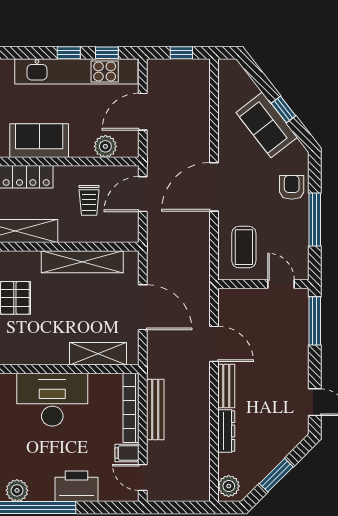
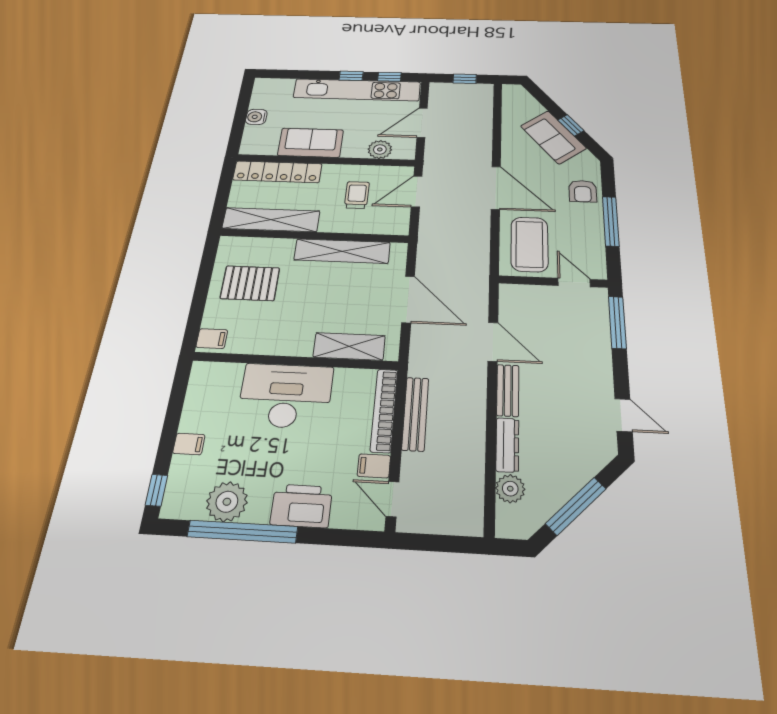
door: (214, 187) -> (496, 188), swing flipped
armchair: (292, 187) -> (583, 191), turned 180
trolley: (89, 200) -> (357, 195), turned 180
coffee table: (244, 247) -> (529, 244), width x1.36, depth x1.32
window: (276, 475) -> (576, 506), width x1.44
plant: (229, 486) -> (510, 489), moved
plant: (17, 490) -> (227, 502), width x1.36, depth x1.36

